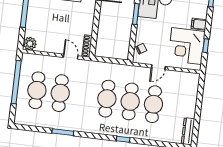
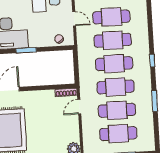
cafe table: (84, 96) -> (116, 87), added
window: (123, 139) -> (152, 61), moved

